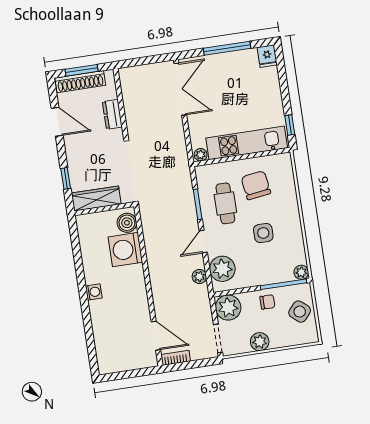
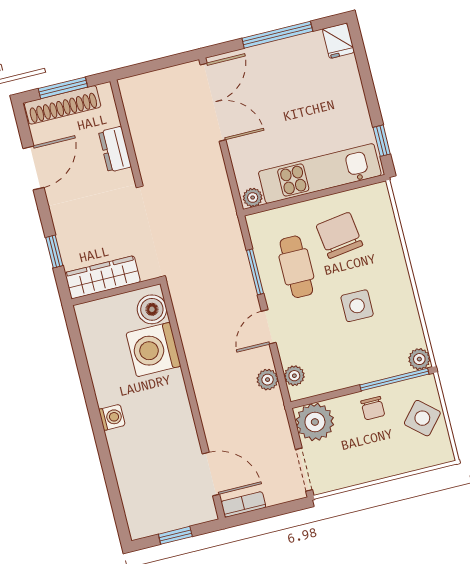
door: (57, 122) -> (34, 168), hinge flipped
plant: (222, 269) -> (294, 376), width x0.53, depth x0.53
chair: (267, 302) -> (373, 408), turned 90
plant: (260, 342) -> (367, 469), removed
window: (129, 374) -> (175, 535), added

